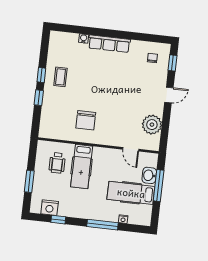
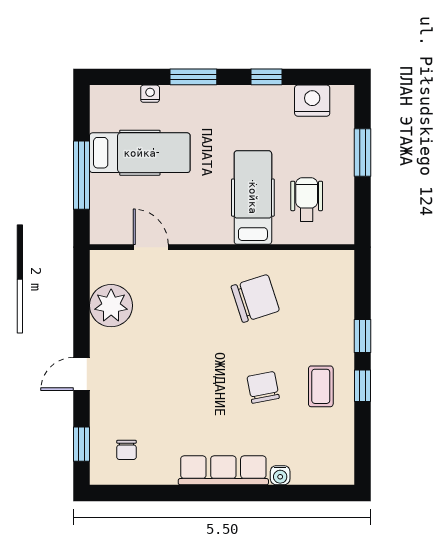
chair: (87, 79) -> (263, 387), added
chair: (86, 120) -> (255, 298), turned 72
washbasin: (149, 175) -> (104, 195), removed
window: (58, 220) -> (266, 77), moved
window: (102, 225) -> (193, 77), width x0.69

